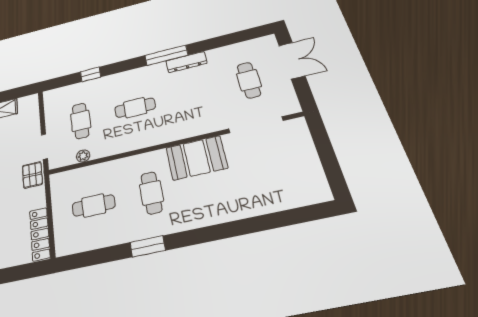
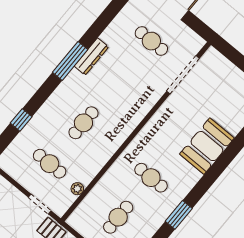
booth: (197, 158) -> (207, 146), moved

